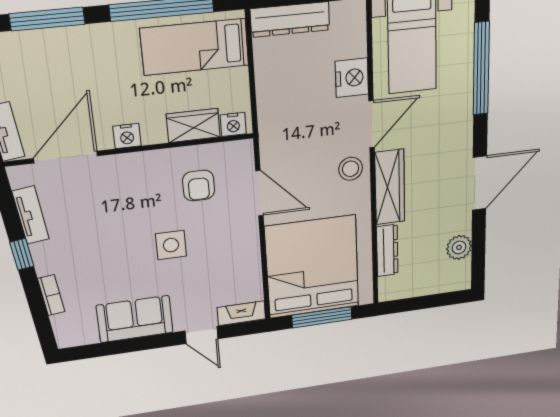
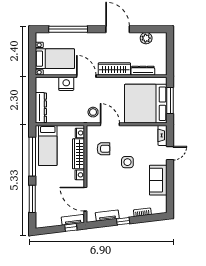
wardrobe: (193, 125) -> (79, 154), width x1.50
stool: (351, 169) -> (93, 112), moved
door: (259, 193) -> (110, 124), hinge flipped

